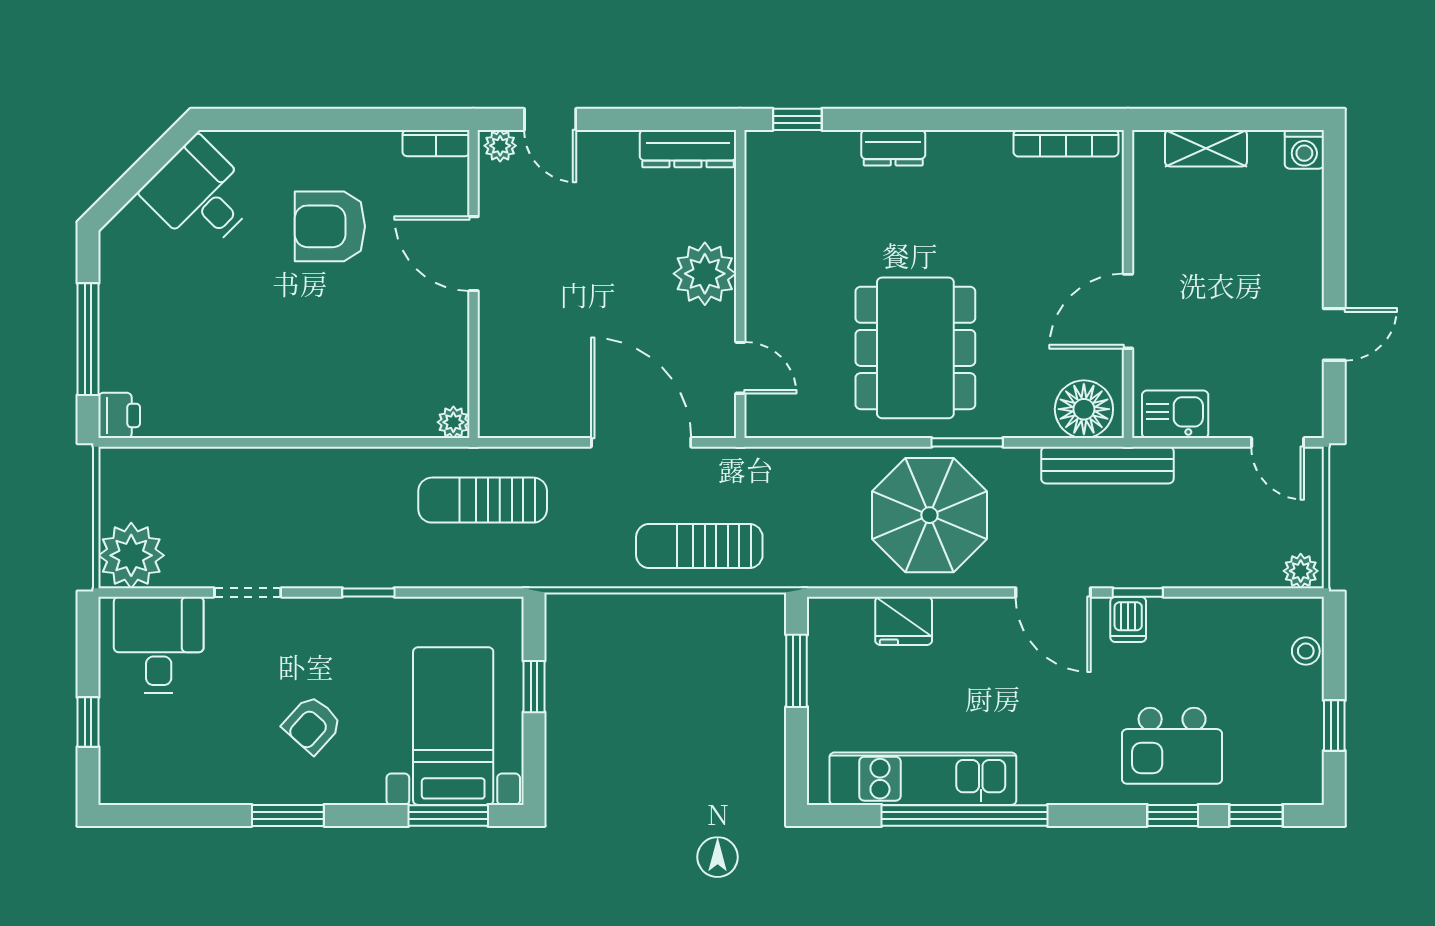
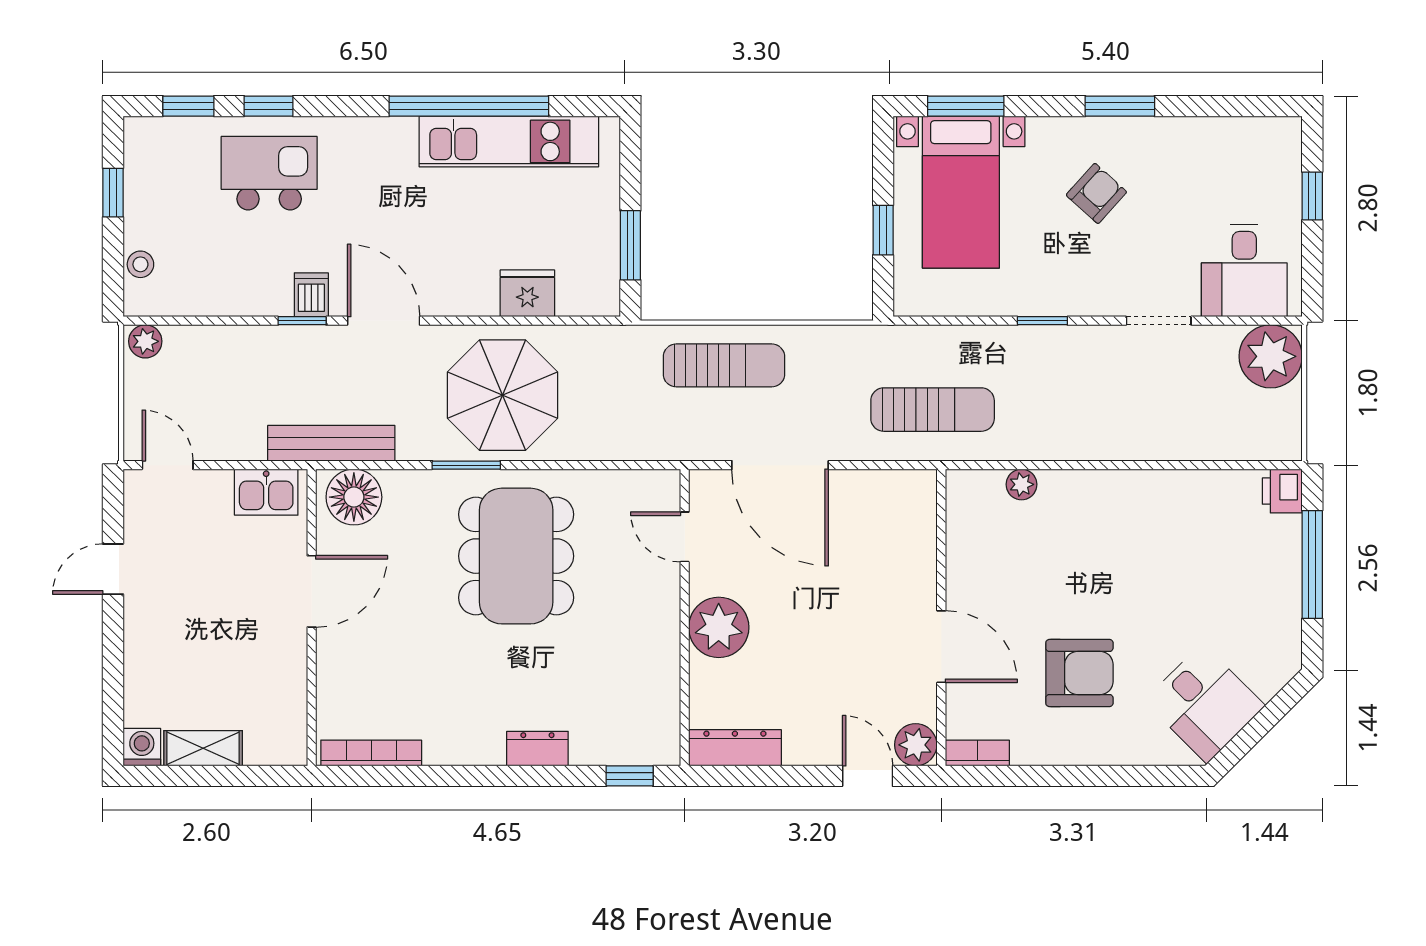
plant: (500, 146) -> (916, 745), width x1.38, depth x1.38
shelving: (1206, 148) -> (203, 748), moved
plant: (453, 422) -> (1022, 484), moved

